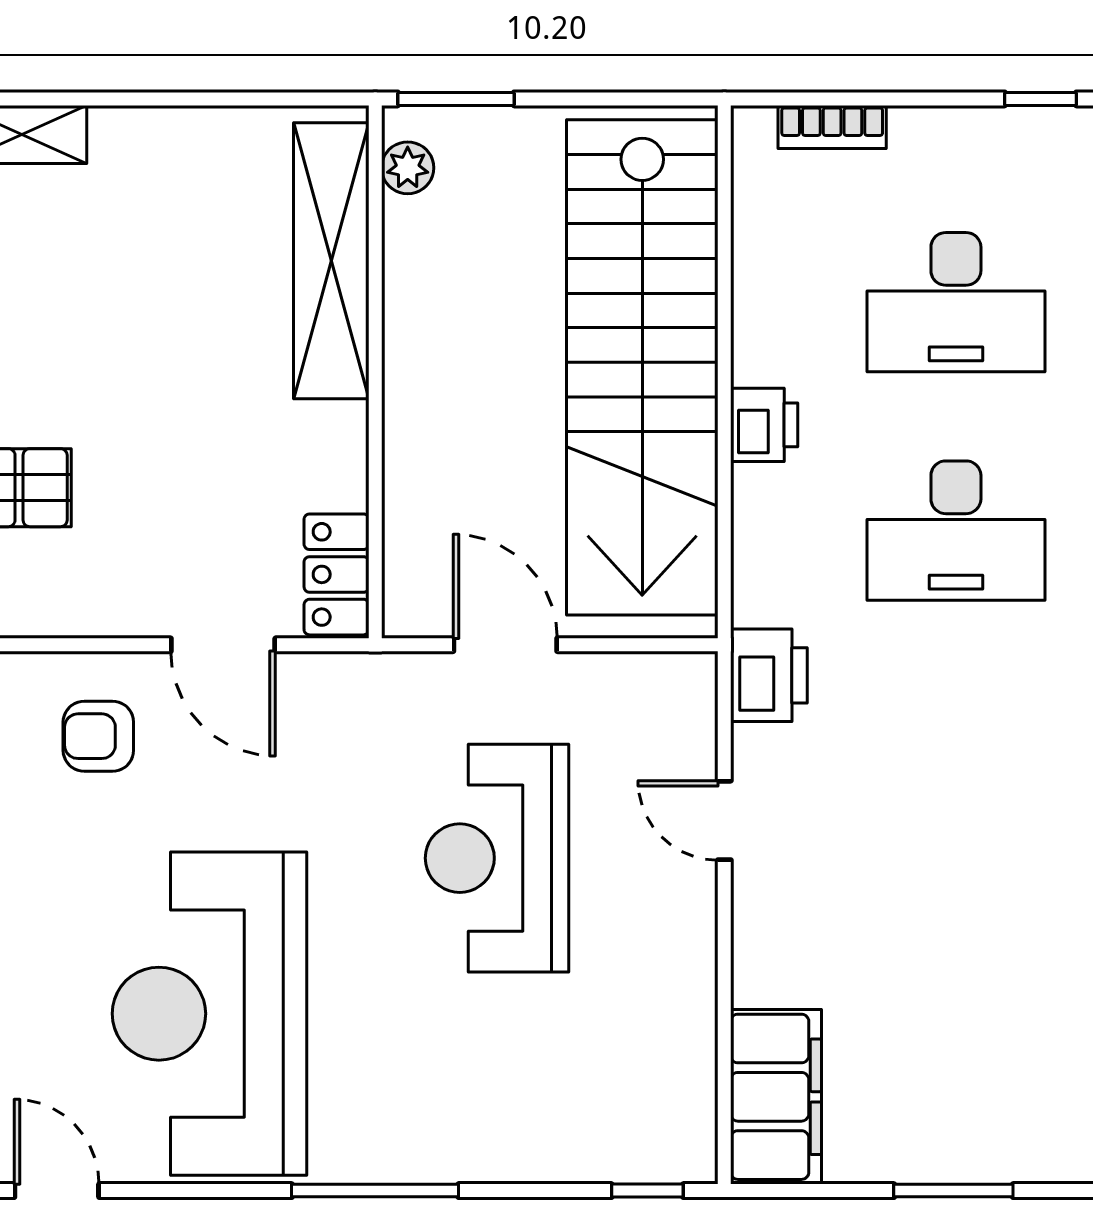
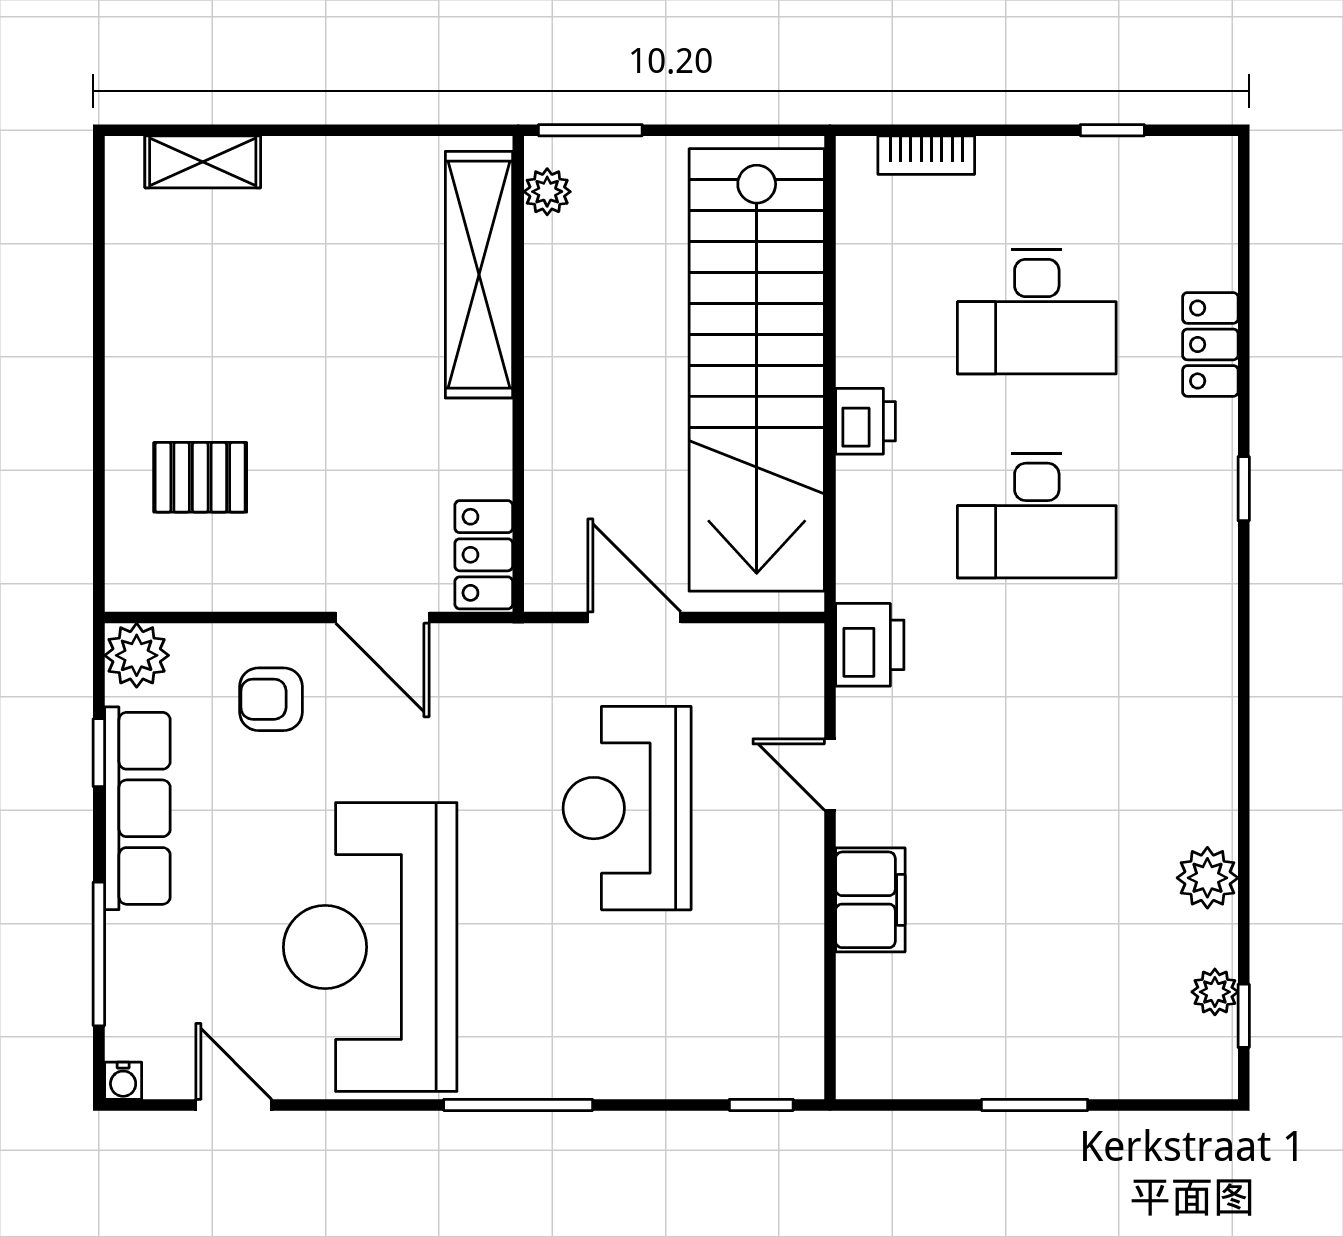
filing cabinet: (776, 1097) -> (870, 900), moved, width x0.67, depth x0.86

